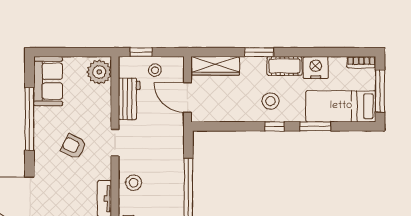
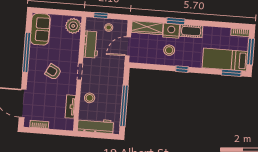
nightstand: (316, 68) -> (171, 31), moved
door: (187, 98) -> (128, 46), hinge flipped
stool: (271, 101) -> (169, 50), moved
window: (315, 126) -> (231, 73), moved

